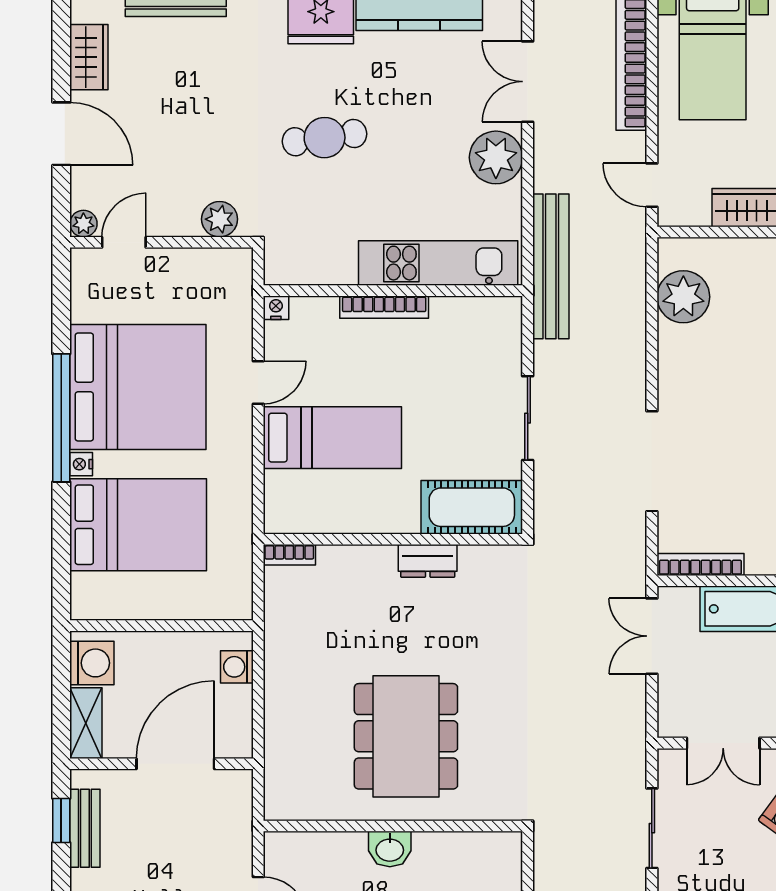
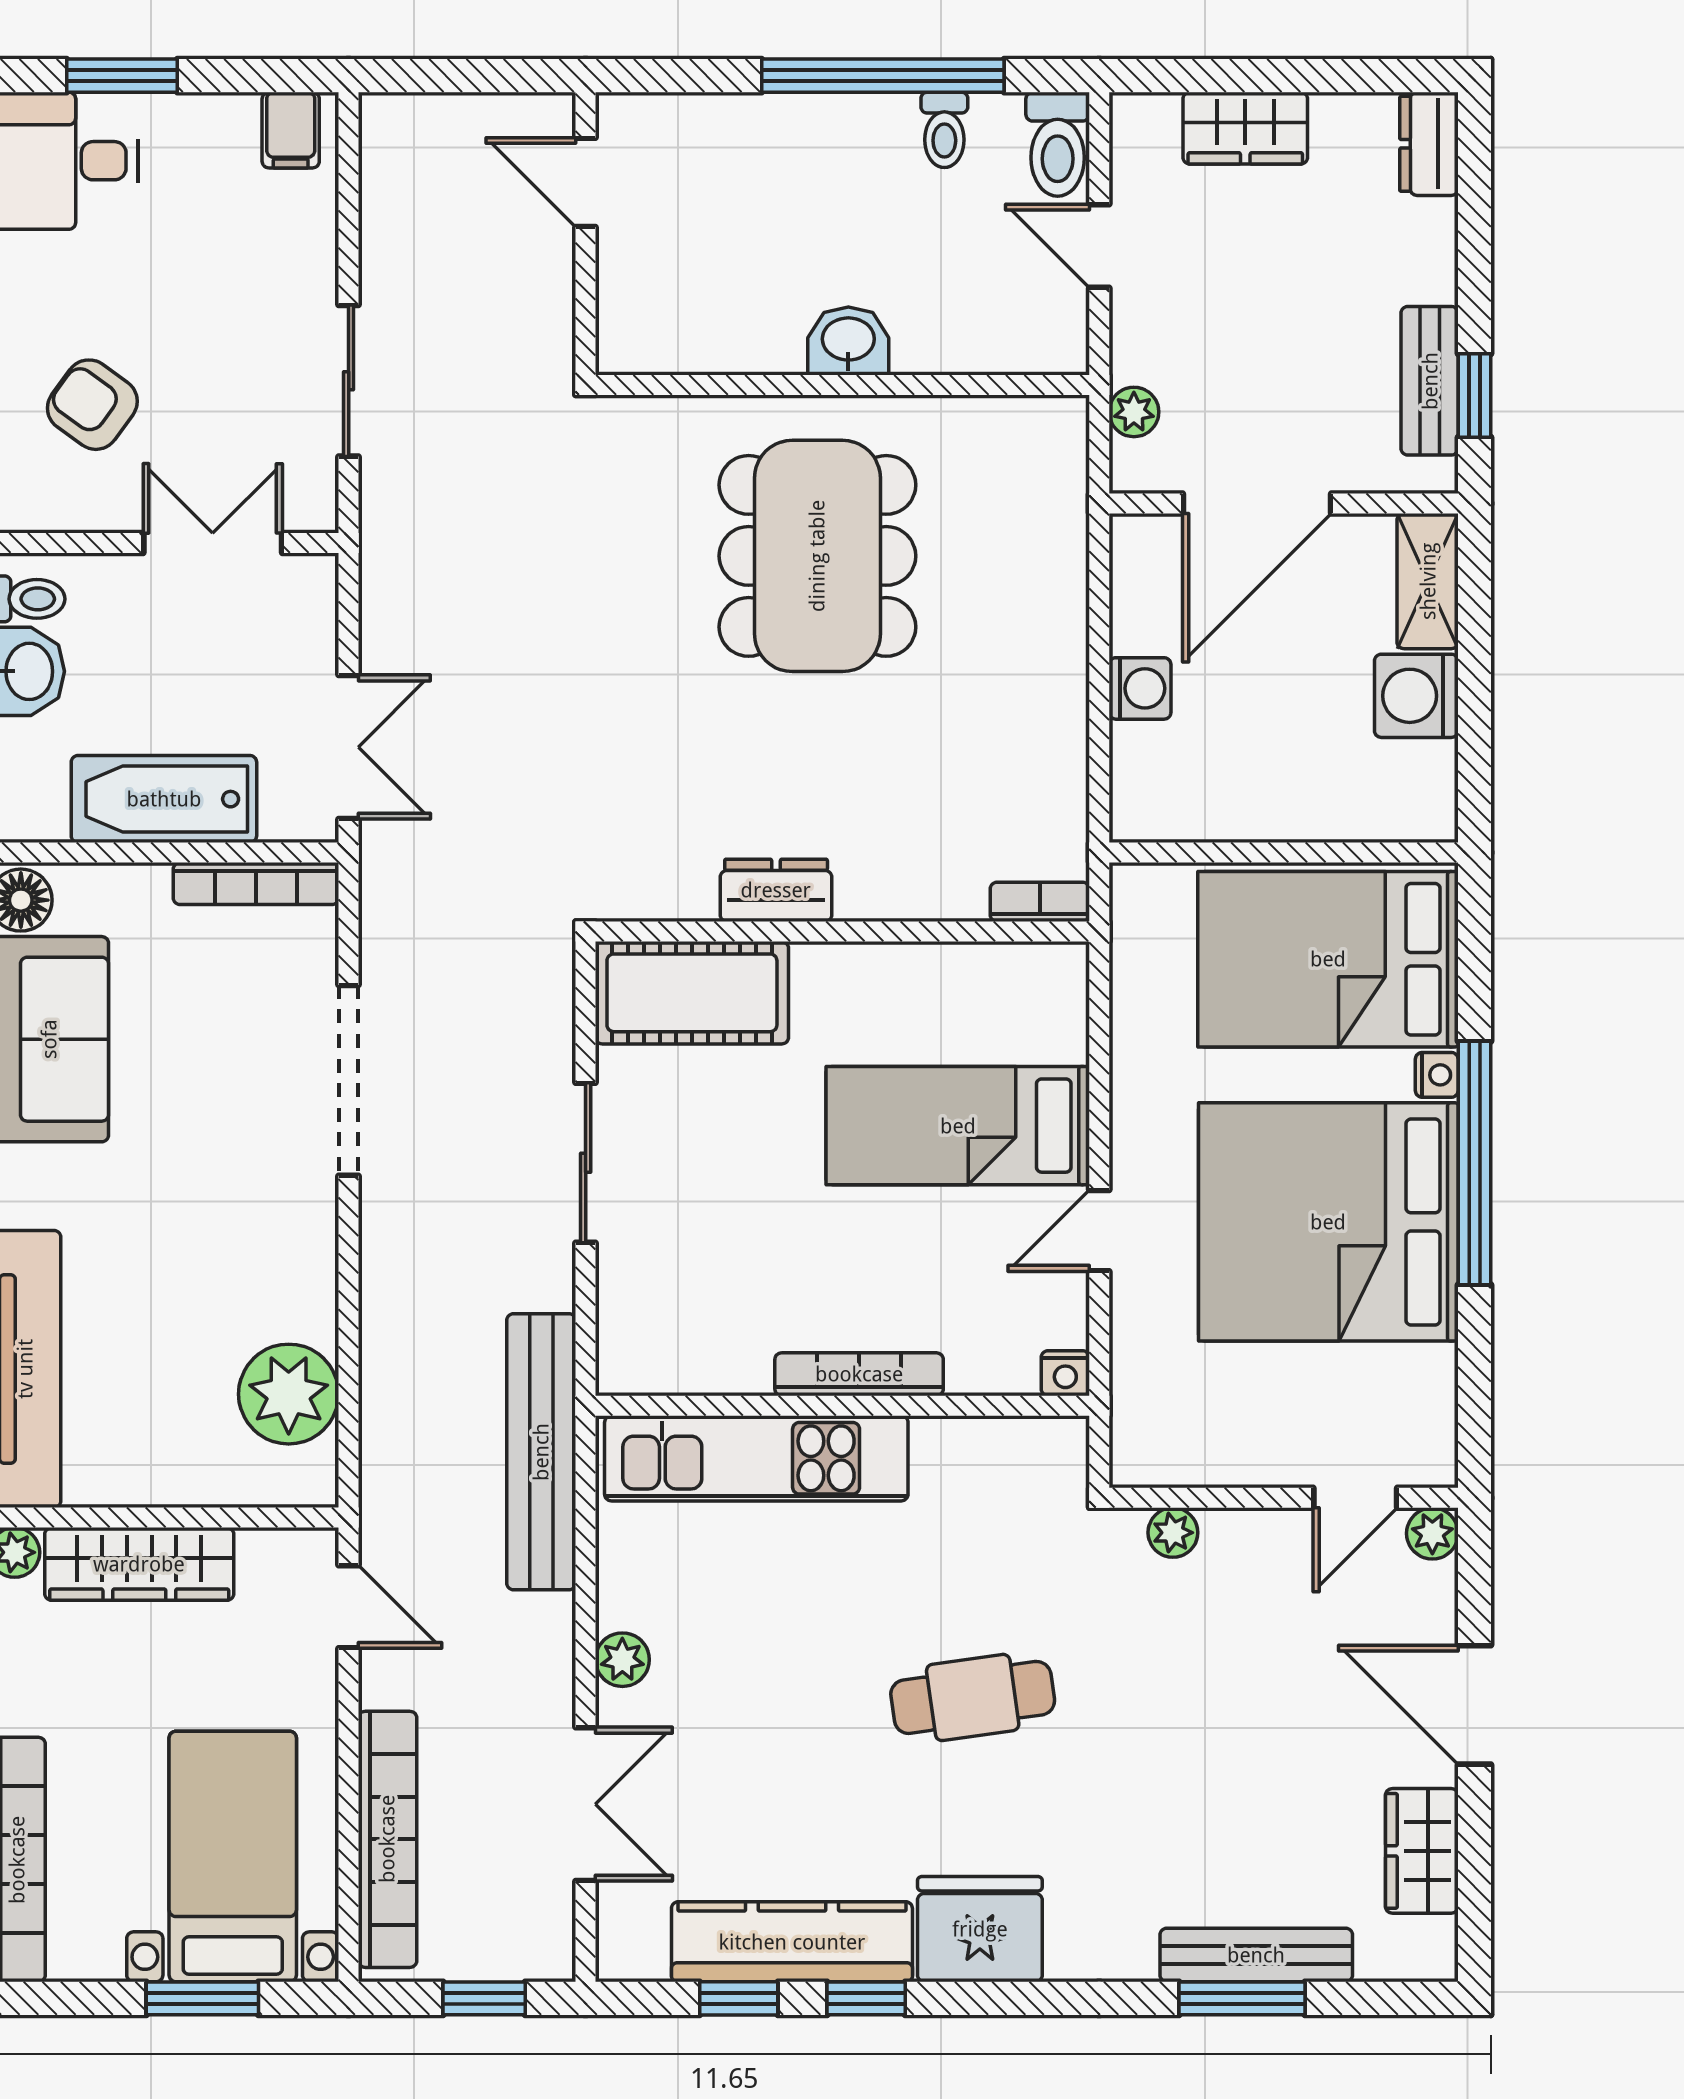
plant: (496, 157) -> (622, 1660), width x0.53, depth x0.53
plant: (220, 219) -> (1173, 1533), width x0.73, depth x0.73
wall: (161, 626) -> (1284, 853), moved
plant: (240, 812) -> (1134, 412), added

